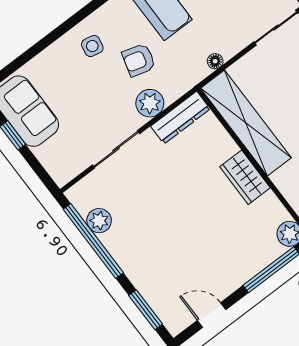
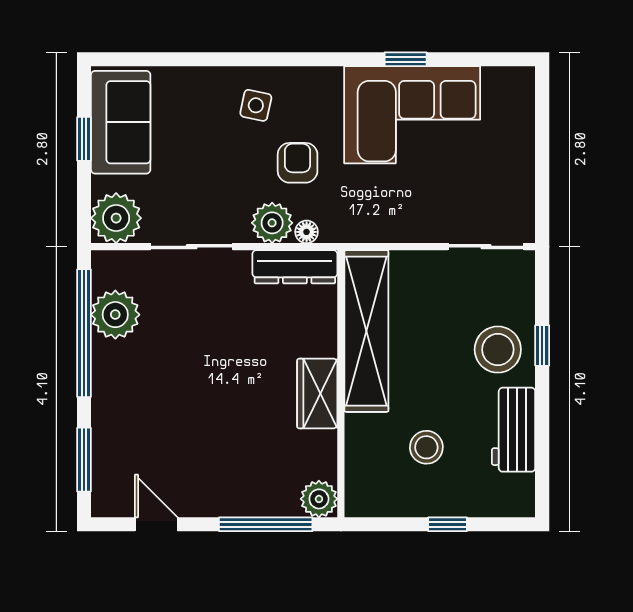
armchair: (139, 60) -> (298, 163), turned 74
floor lamp: (215, 61) -> (307, 232), moved
plant: (63, 165) -> (116, 218), added
plant: (99, 221) -> (115, 315), width x1.36, depth x1.36

